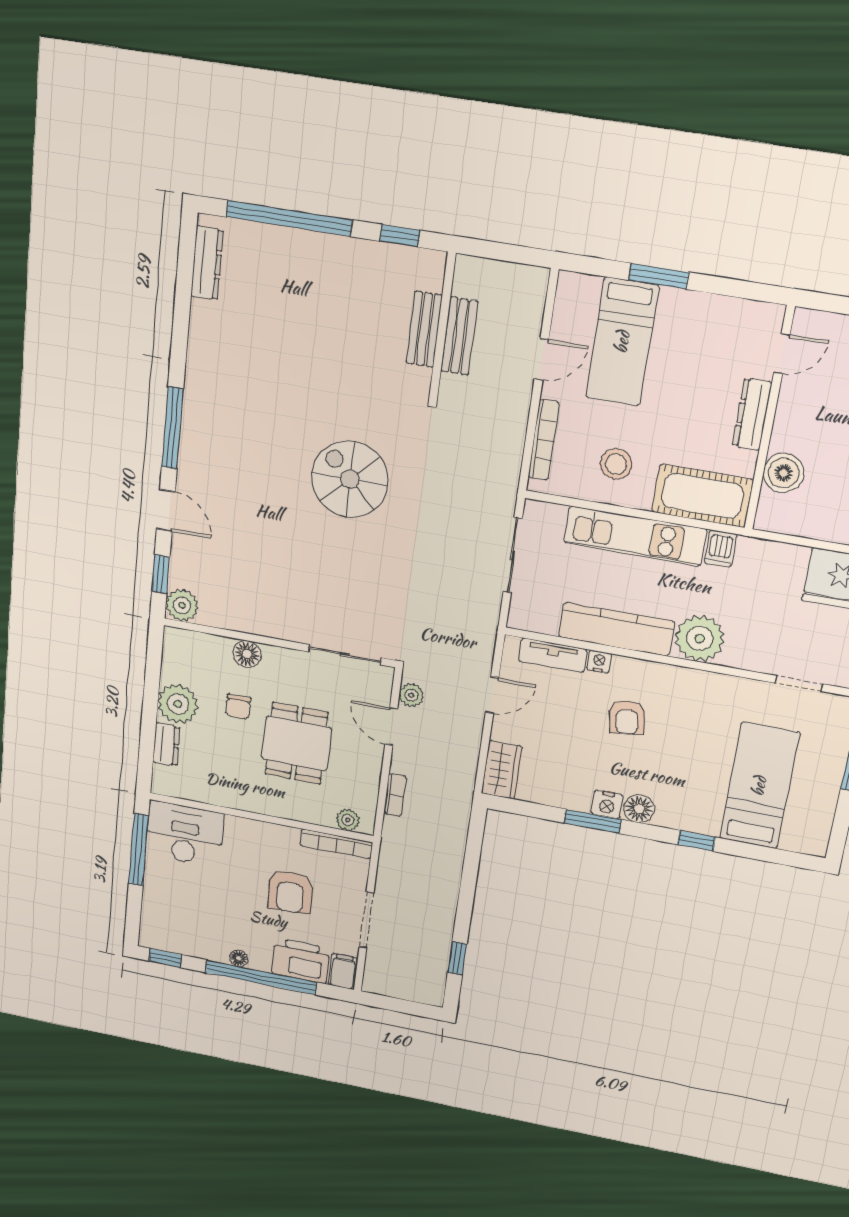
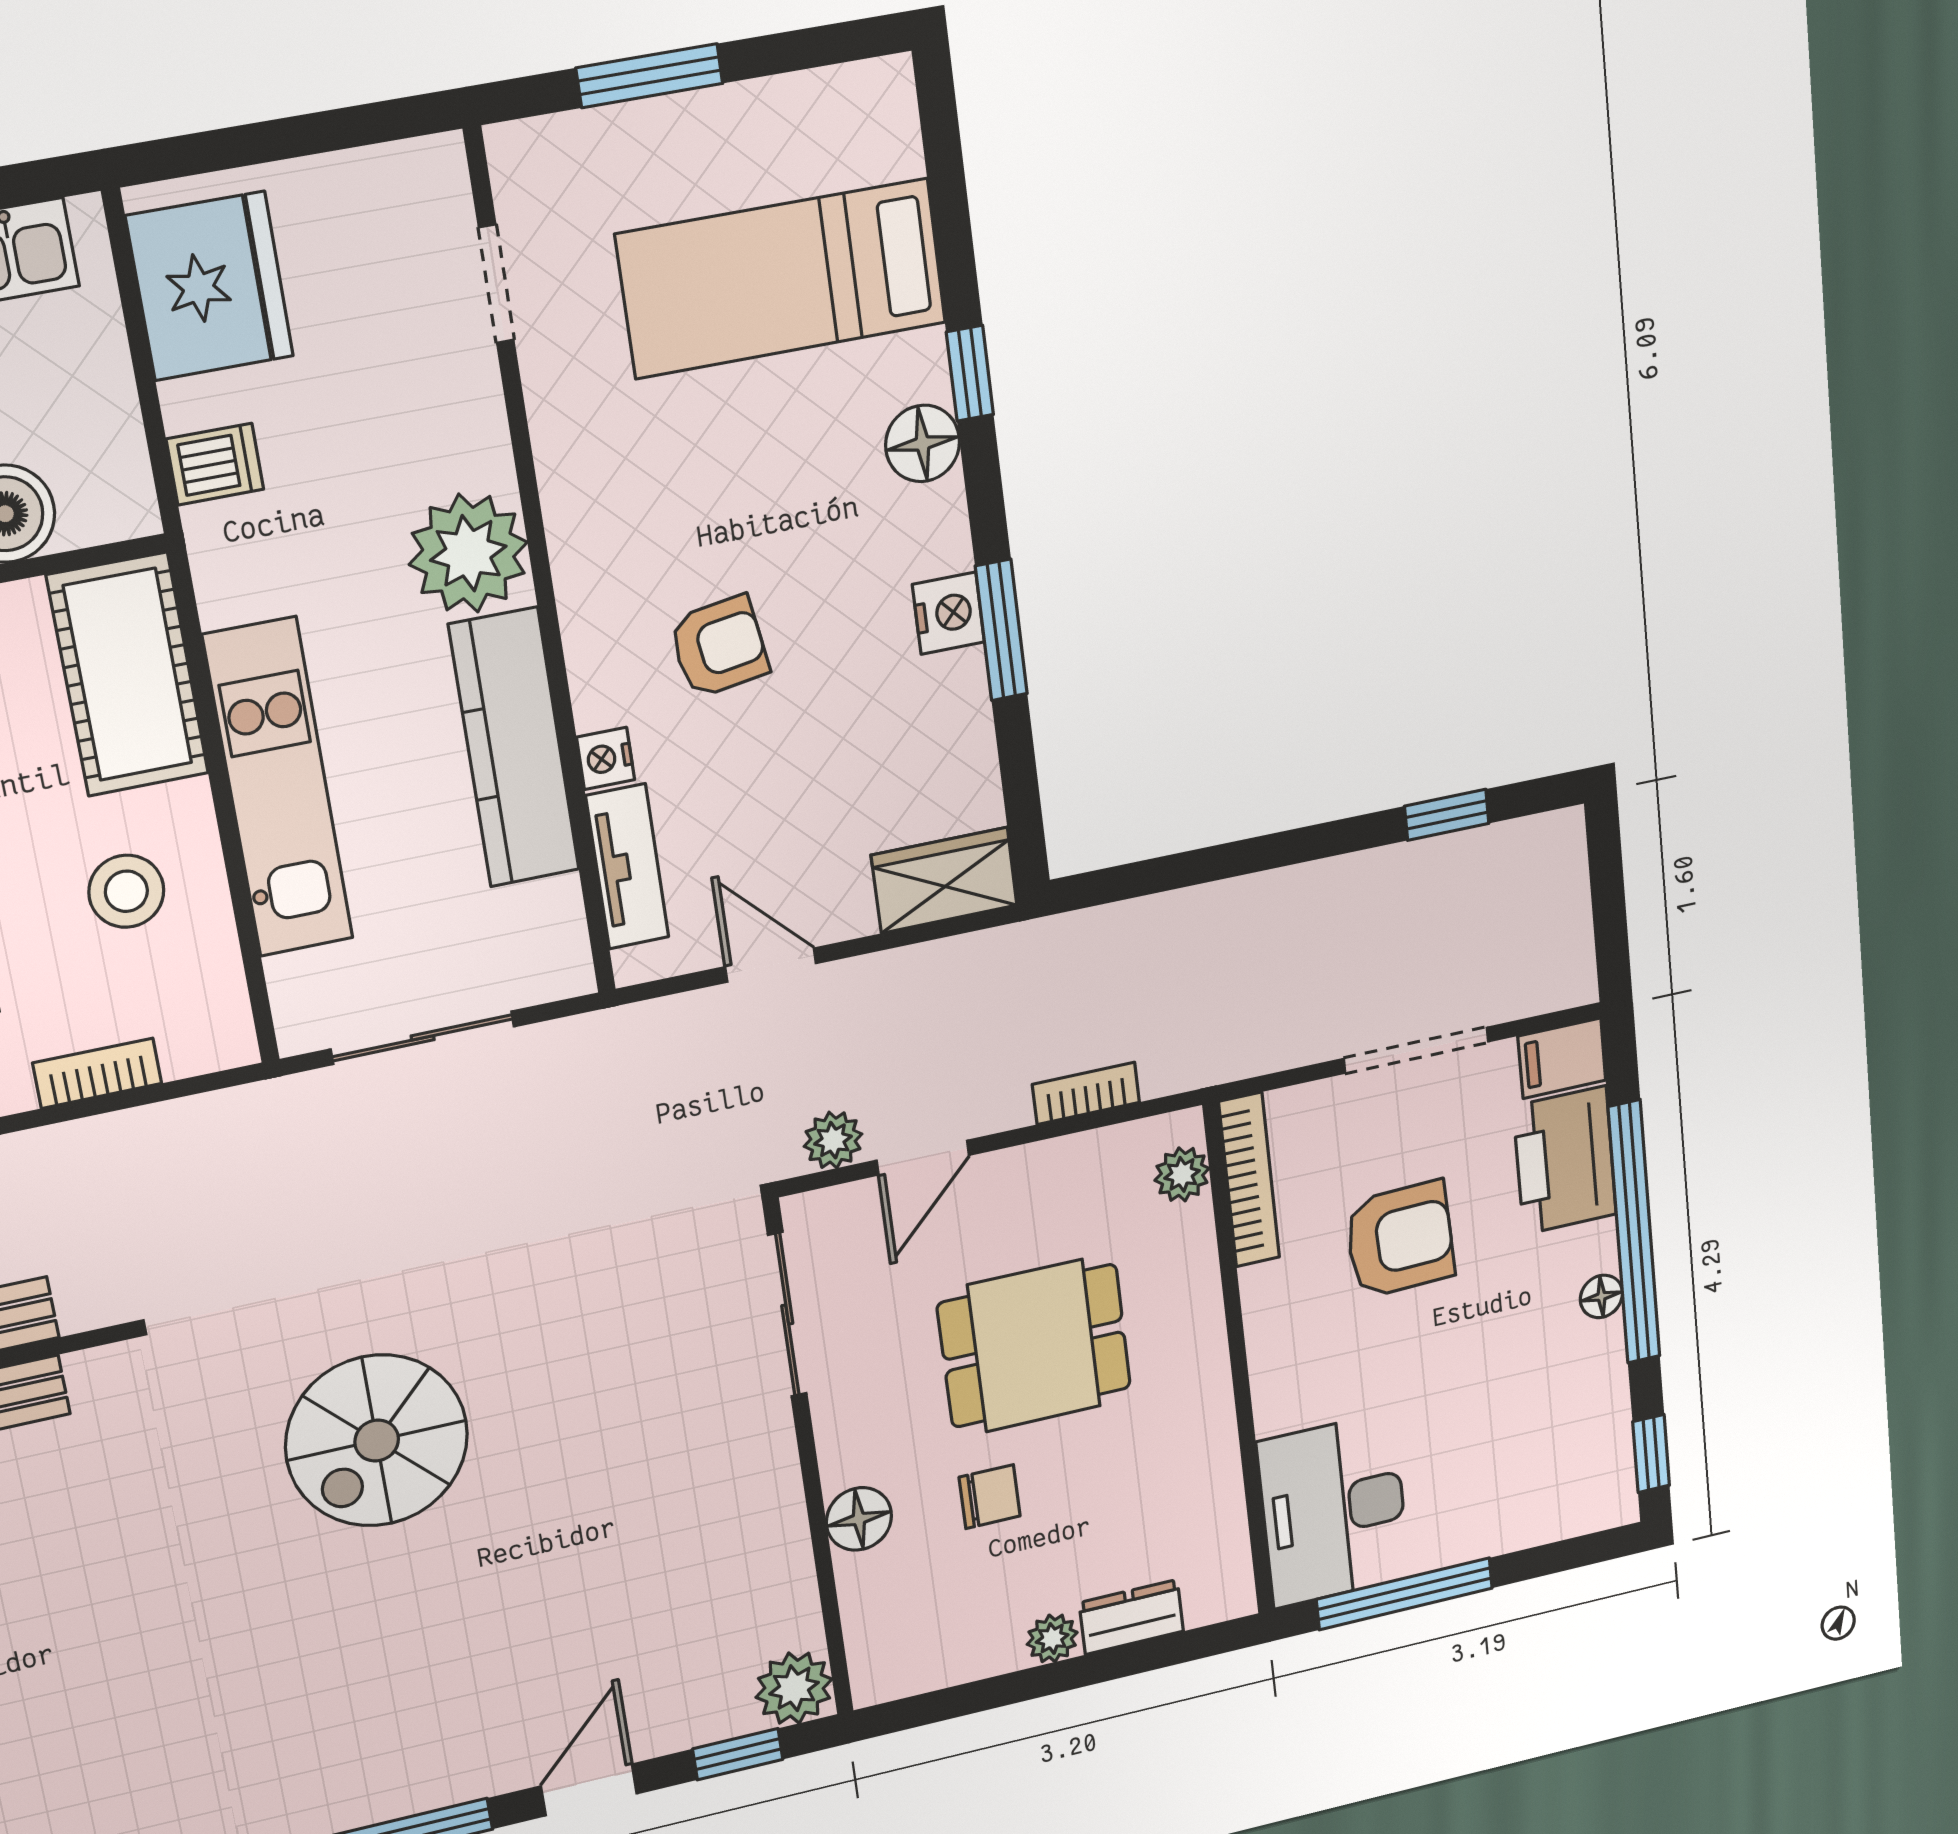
bookcase: (544, 440) -> (97, 1073), width x0.64
dishwasher: (720, 549) -> (215, 464), moved
plant: (178, 704) -> (1052, 1638), width x0.53, depth x0.53
floor lamp: (639, 809) -> (923, 443), moved

